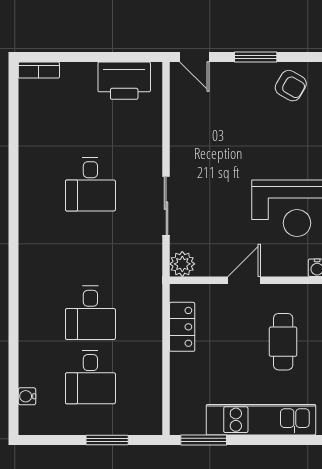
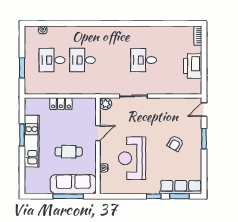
printer: (124, 81) -> (193, 66), moved
armchair: (291, 86) -> (175, 143), moved
door: (244, 280) -> (98, 133), hinge flipped
locker: (182, 327) -> (61, 104), moved
window: (204, 440) -> (22, 135), moved

